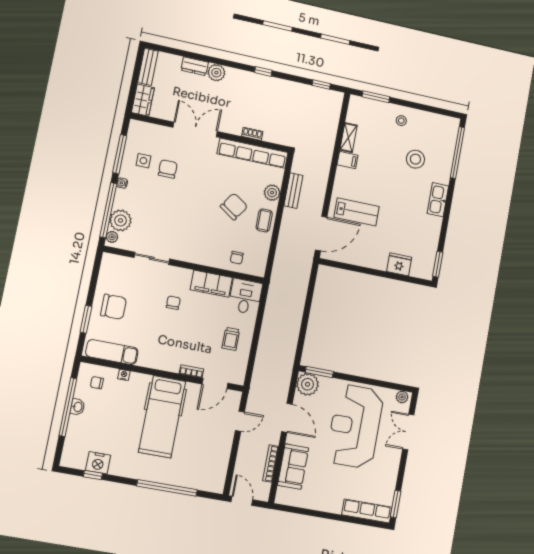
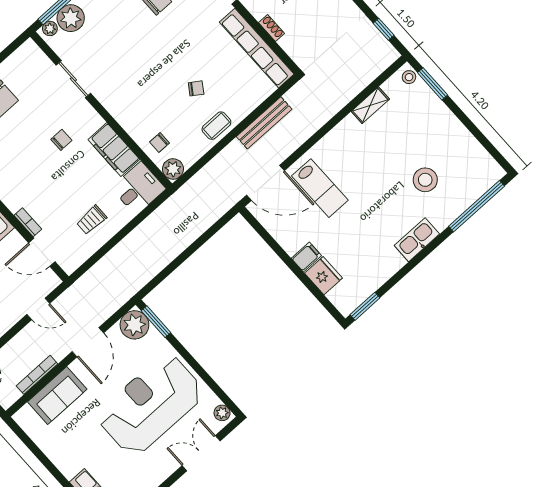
stool: (401, 121) -> (409, 77), moved
filing cabinet: (347, 160) -> (306, 257), moved, turned -90
bench: (293, 191) -> (264, 123), width x1.36
plant: (272, 193) -> (173, 169), moved
chair: (234, 206) -> (196, 88), width x0.54, depth x0.54

